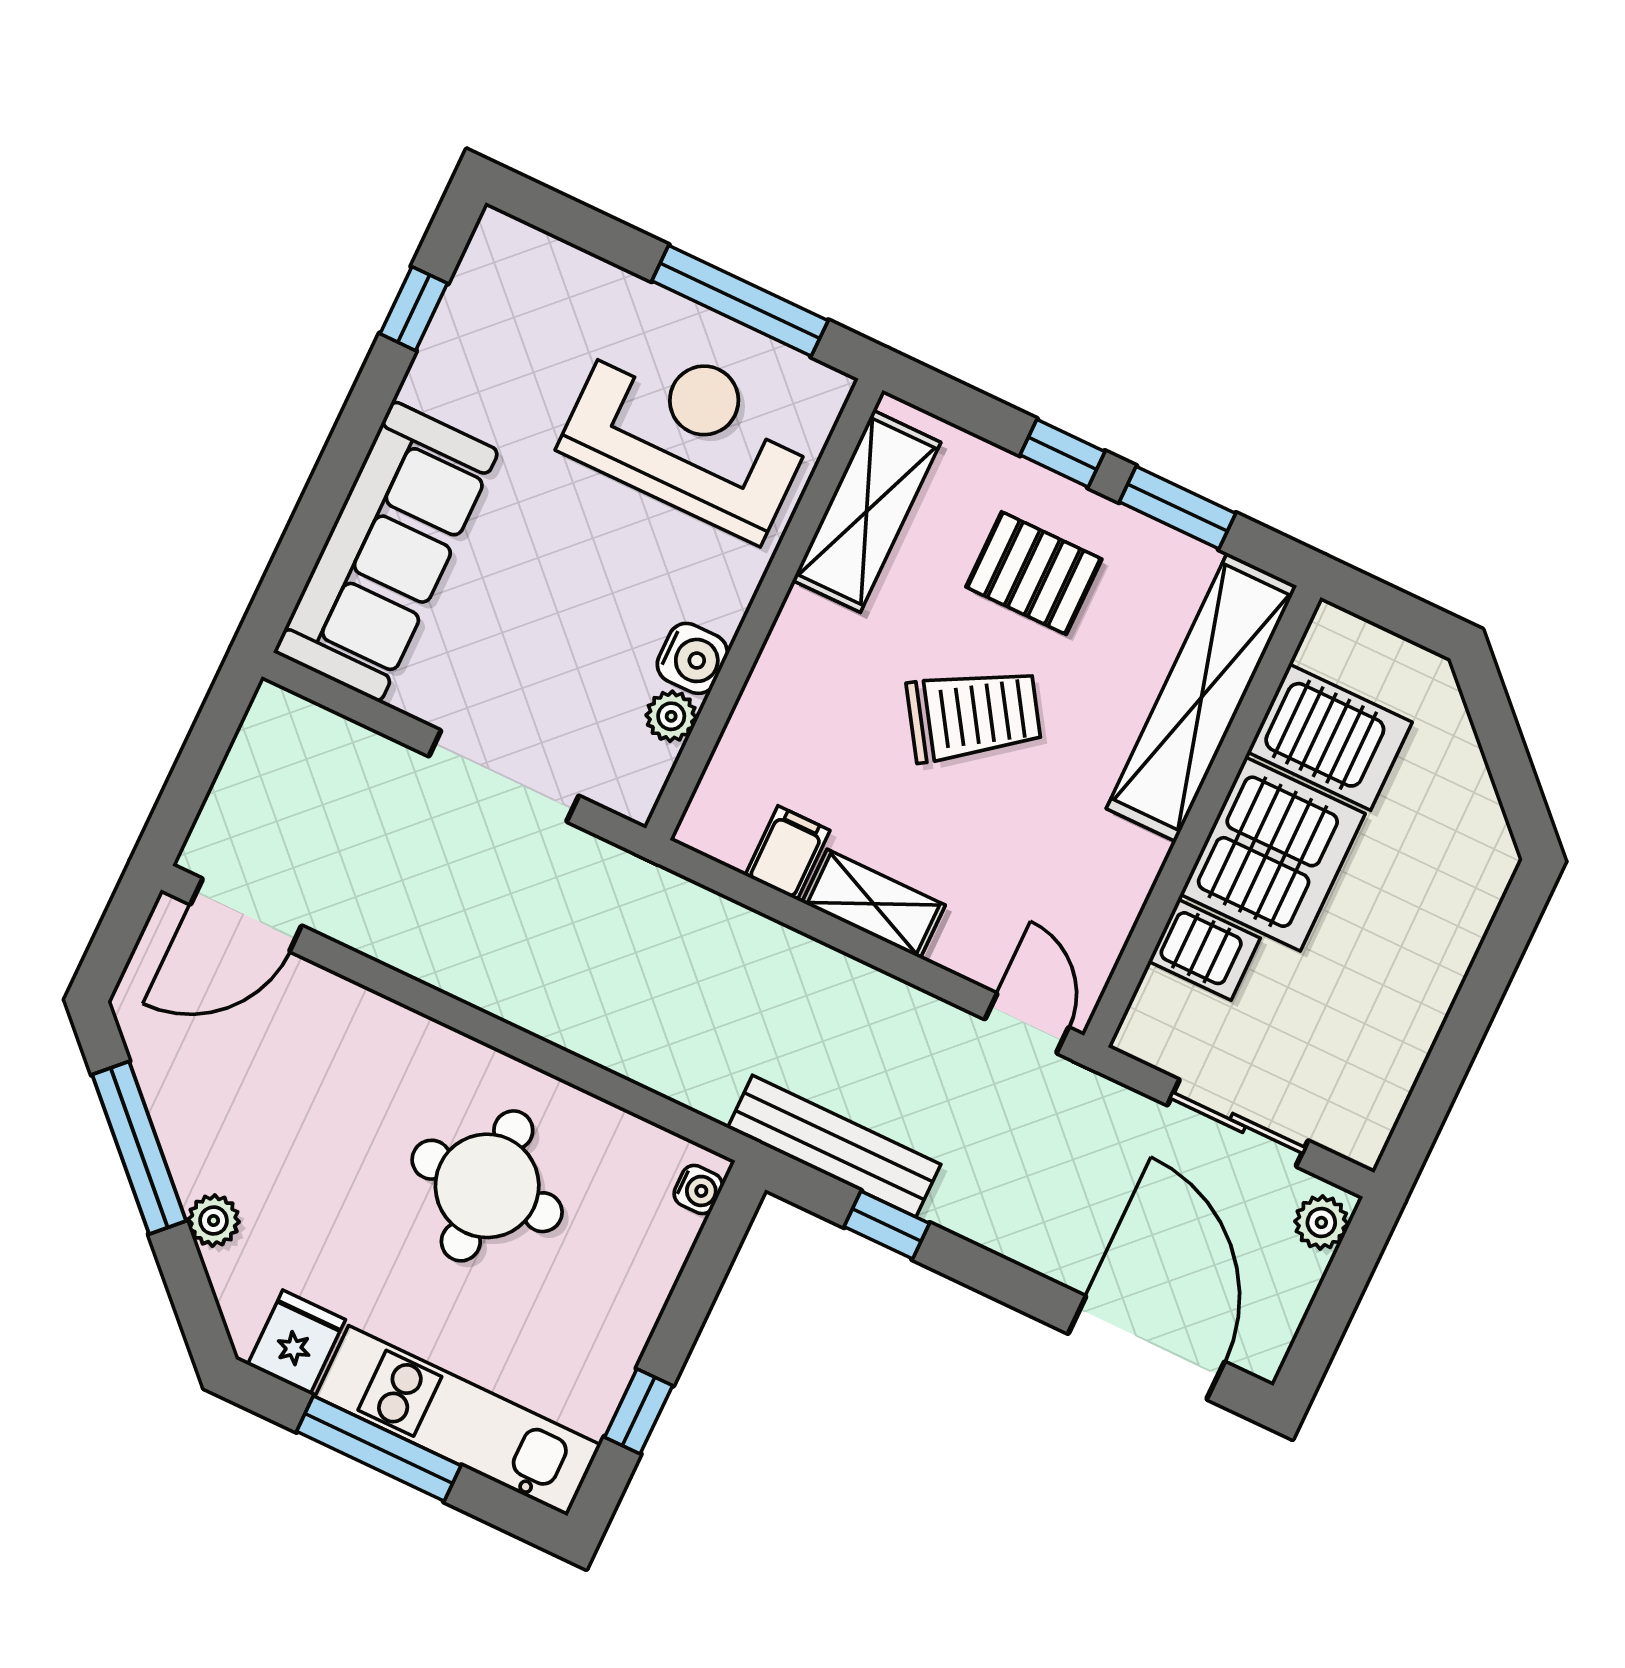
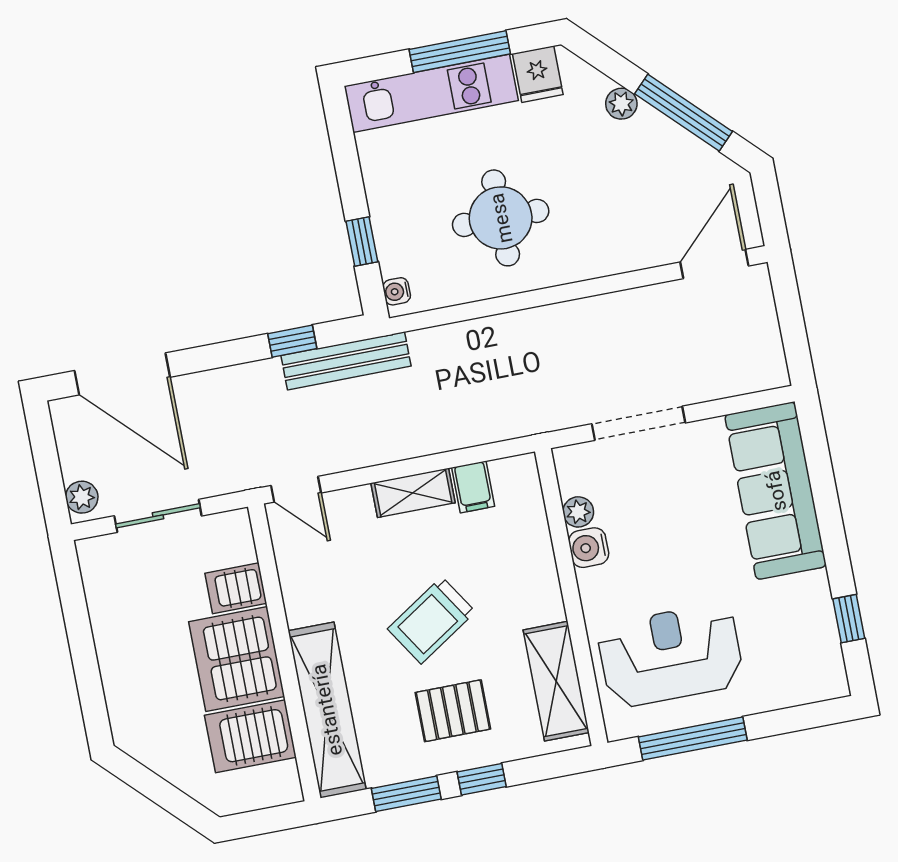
reception desk: (688, 434) -> (670, 655), turned 180
window: (639, 1411) -> (362, 242), moved

